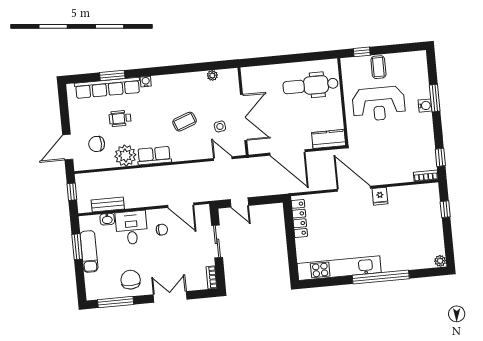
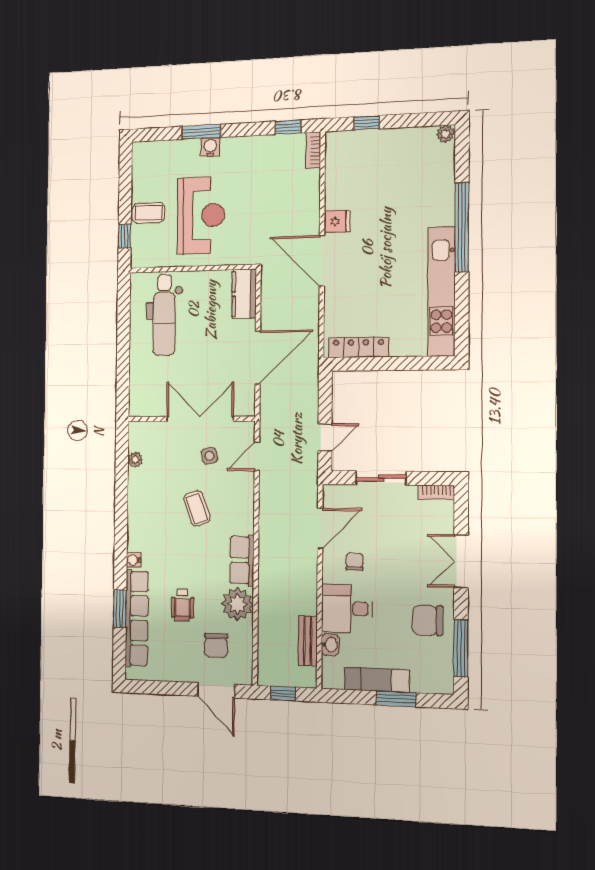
door: (354, 189) -> (322, 261), hinge flipped
window: (77, 247) -> (396, 699), moved

